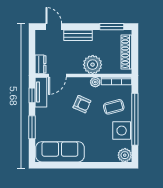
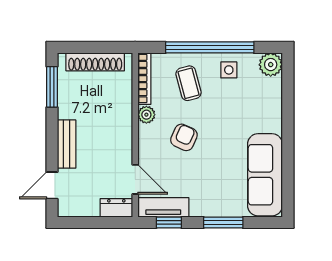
plant: (93, 65) -> (117, 119), removed
side table: (122, 131) -> (229, 70), width x0.54, depth x0.54

